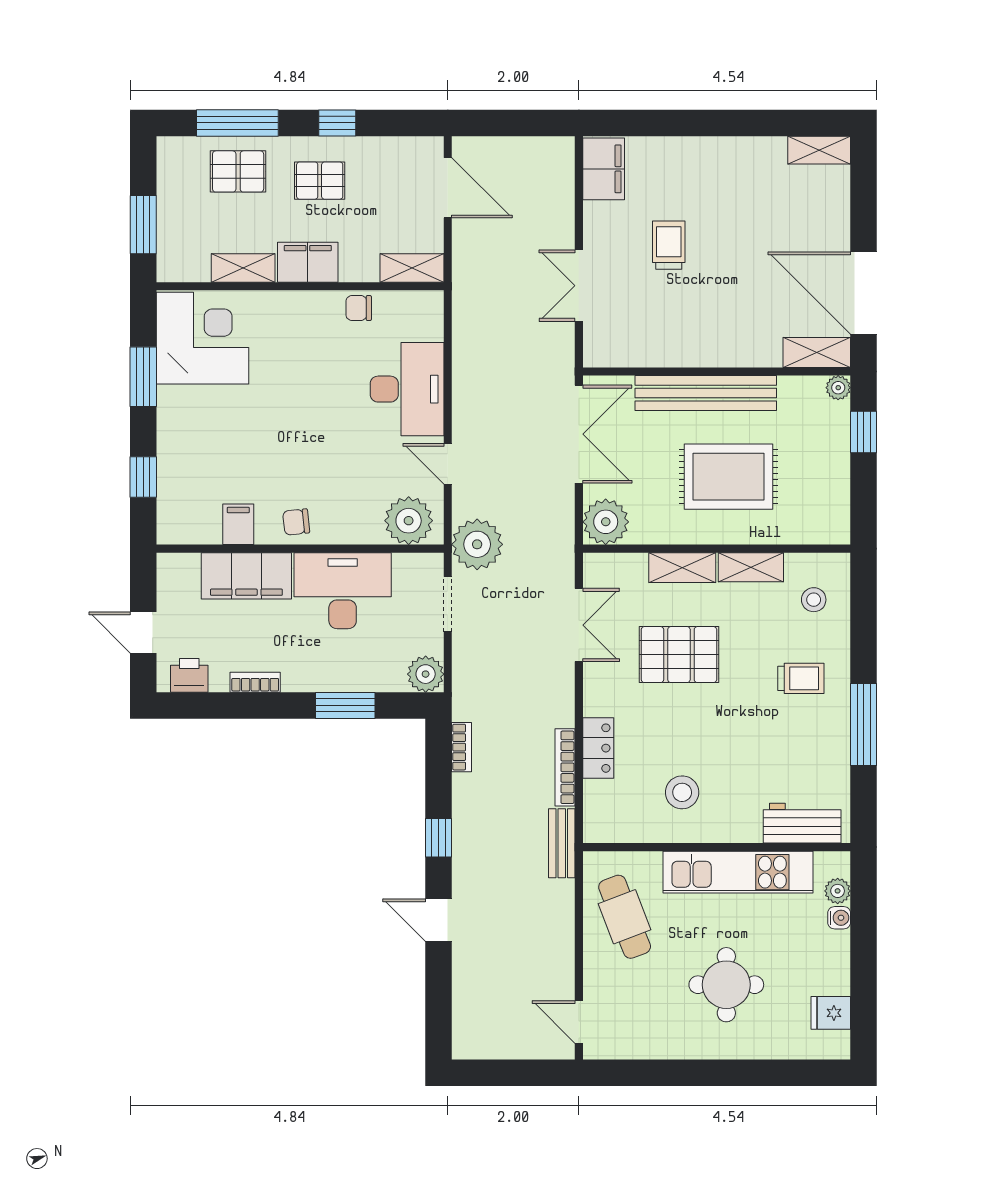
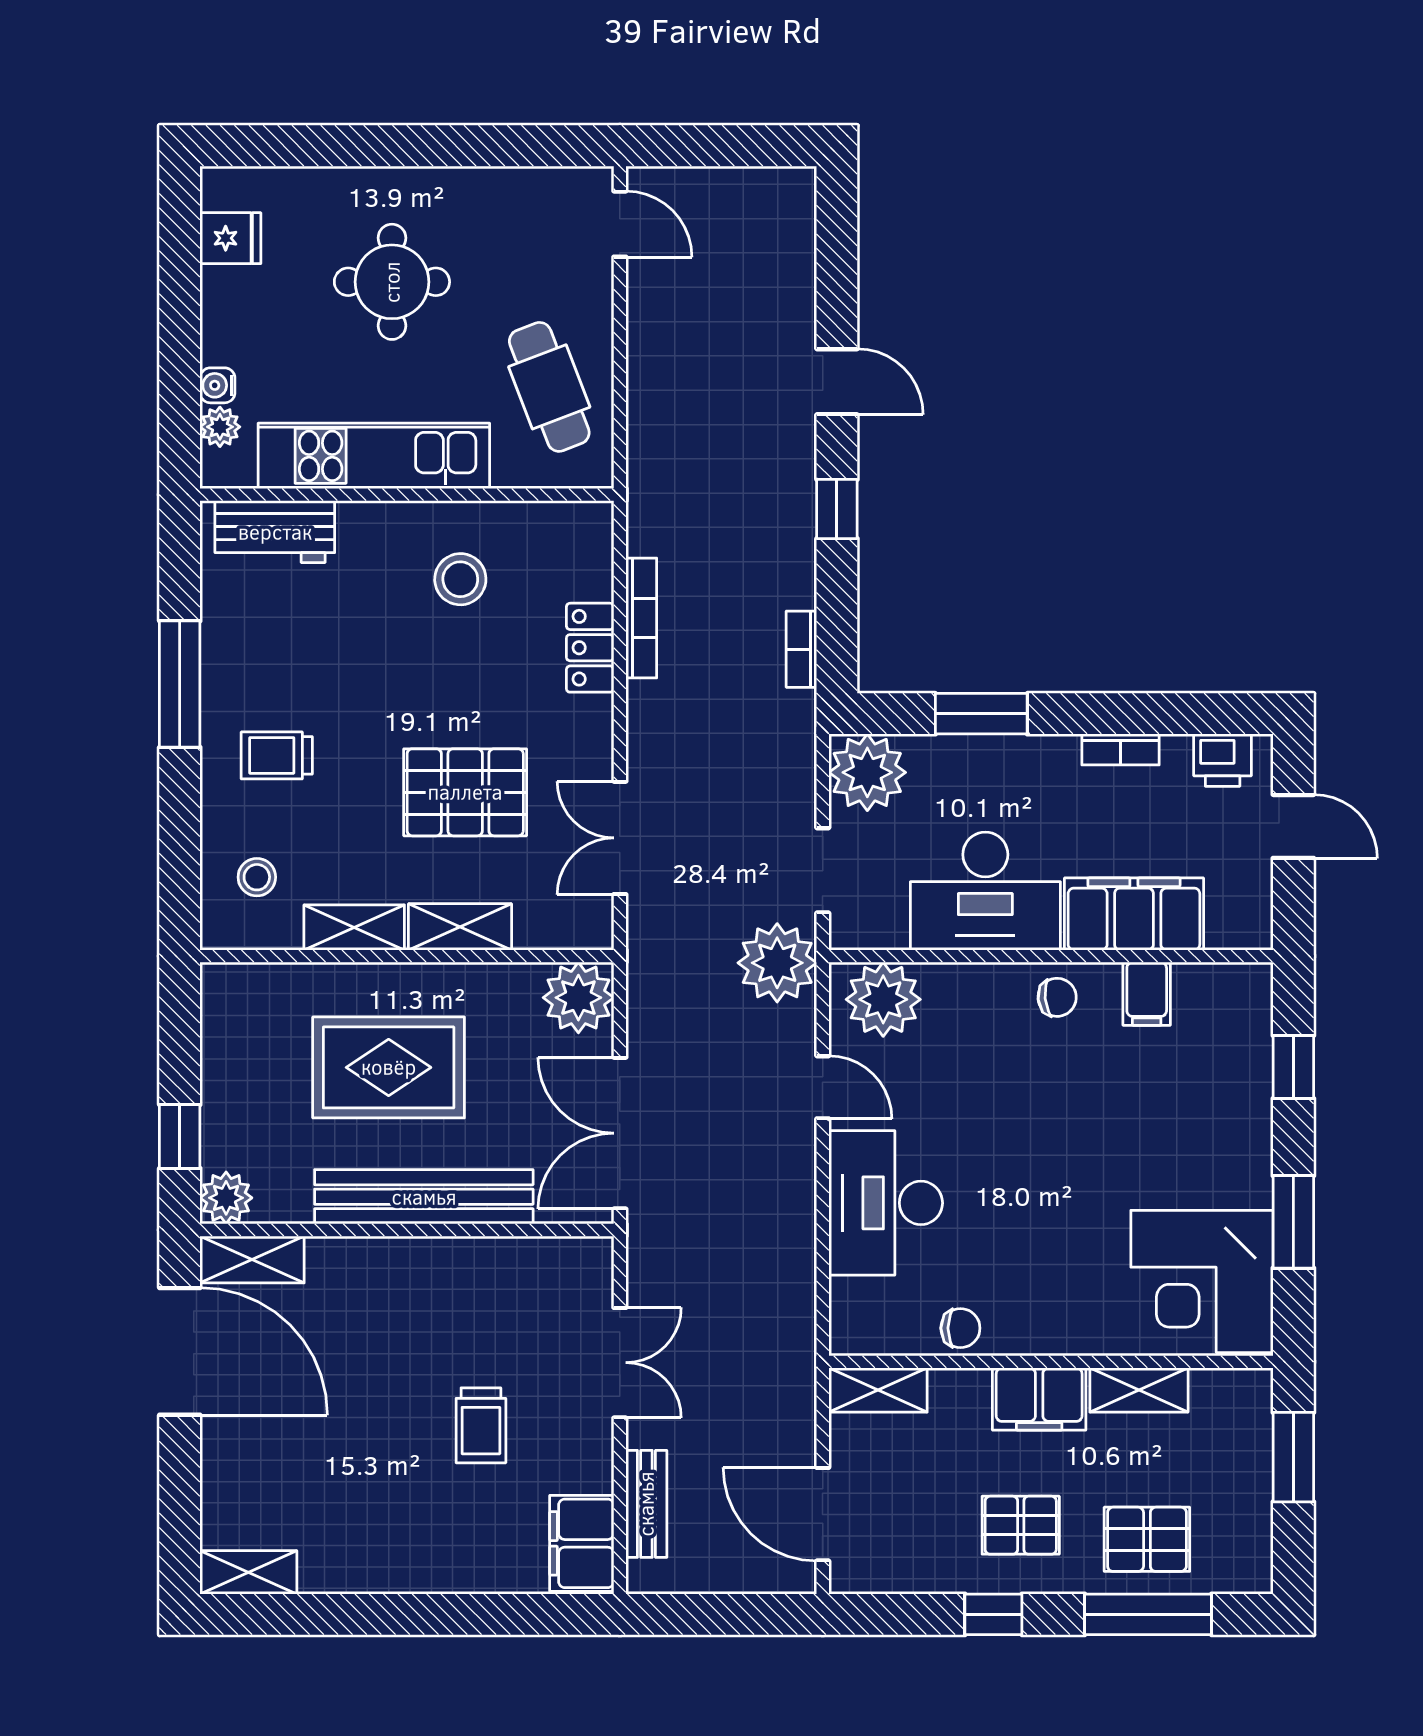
plant: (838, 388) -> (226, 1198), width x1.38, depth x1.38
plant: (426, 674) -> (867, 772), width x1.36, depth x1.36
bench: (562, 843) -> (646, 1504), moved

